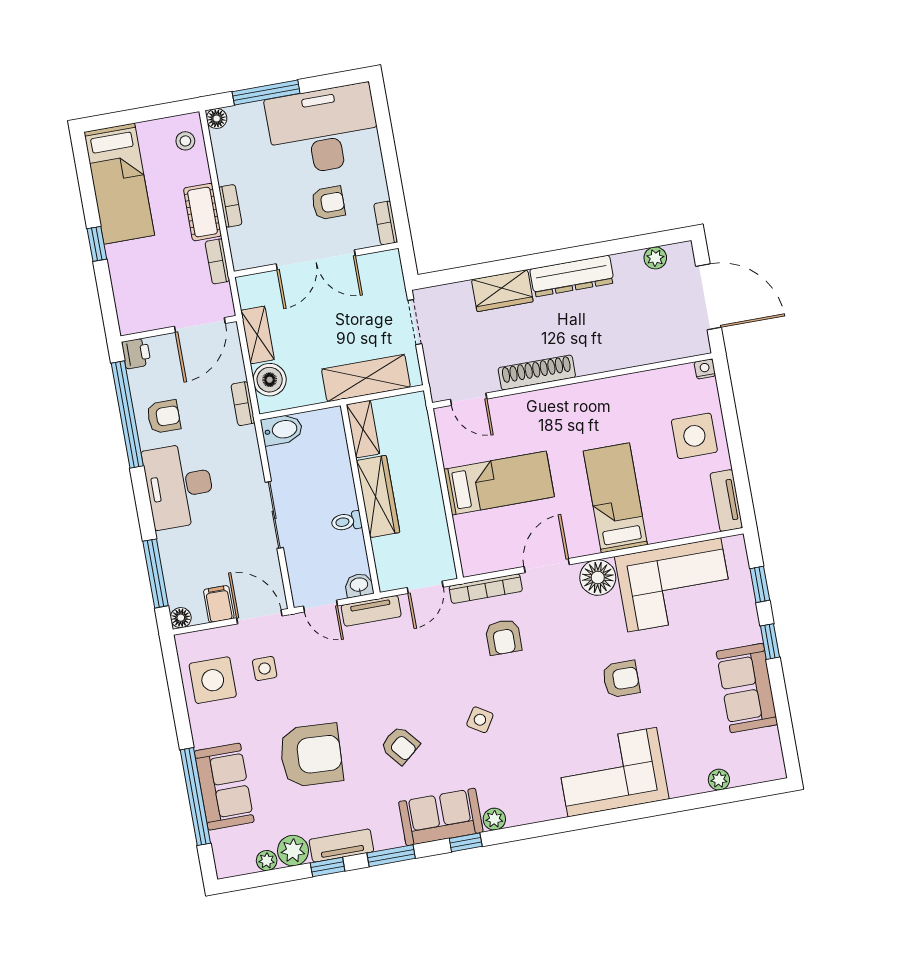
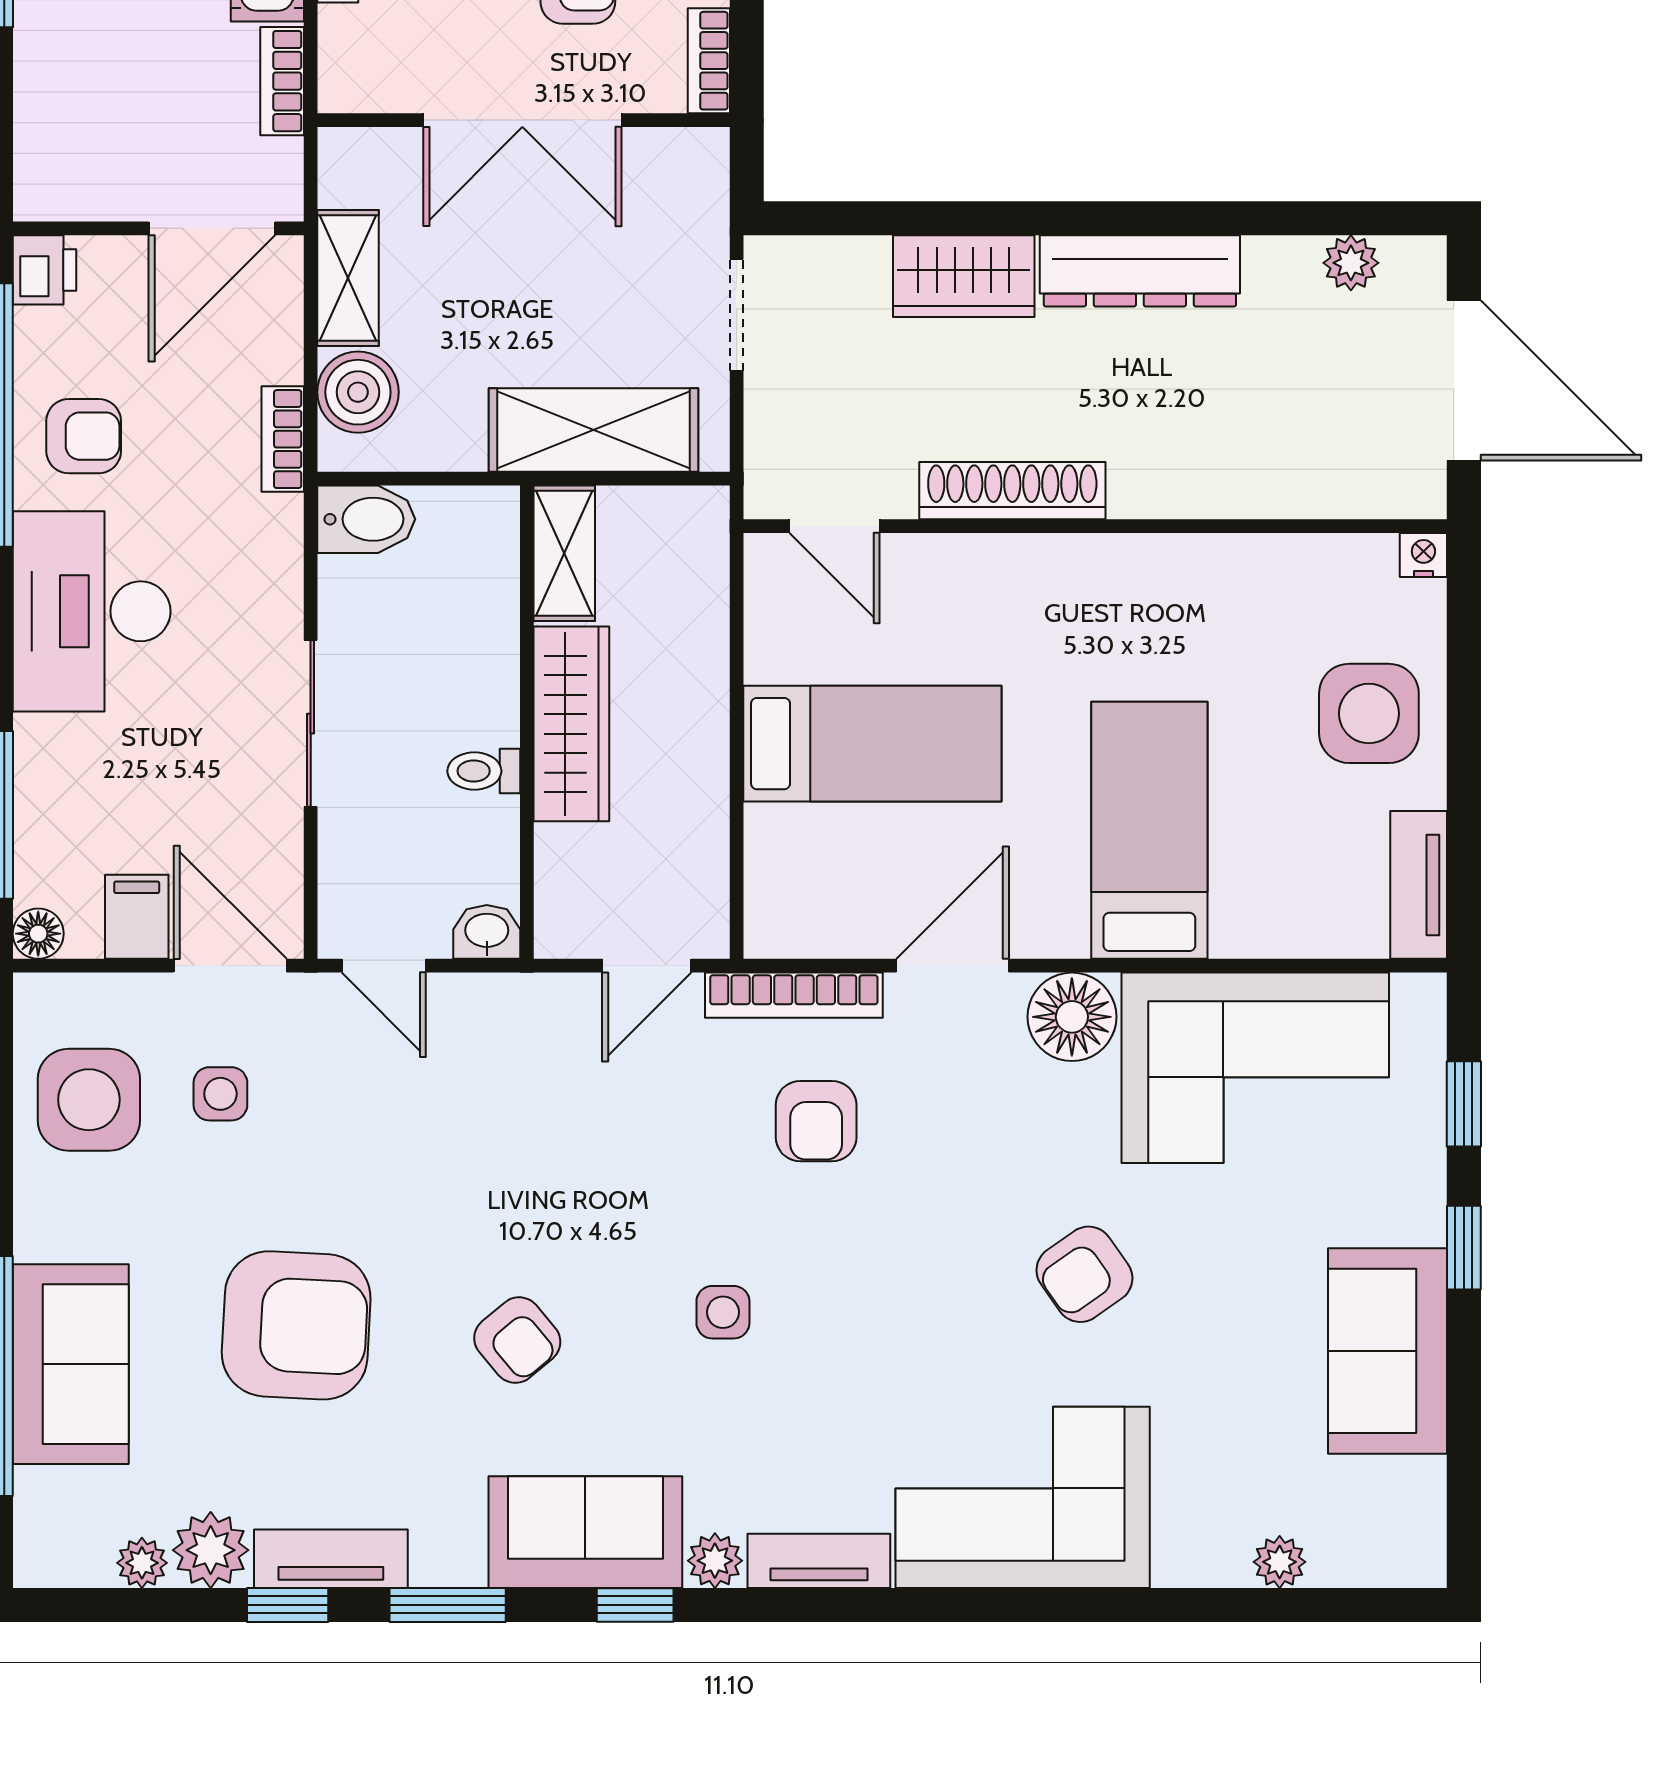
tv unit: (371, 611) -> (819, 1561), moved, turned 180
armchair: (621, 679) -> (1084, 1274), turned 145
side table: (480, 720) -> (723, 1312), turned -32

